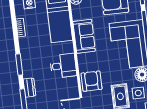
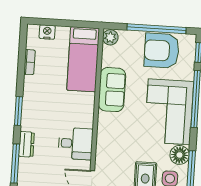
desk: (63, 66) -> (75, 144), moved
armchair: (92, 81) -> (111, 151), removed

